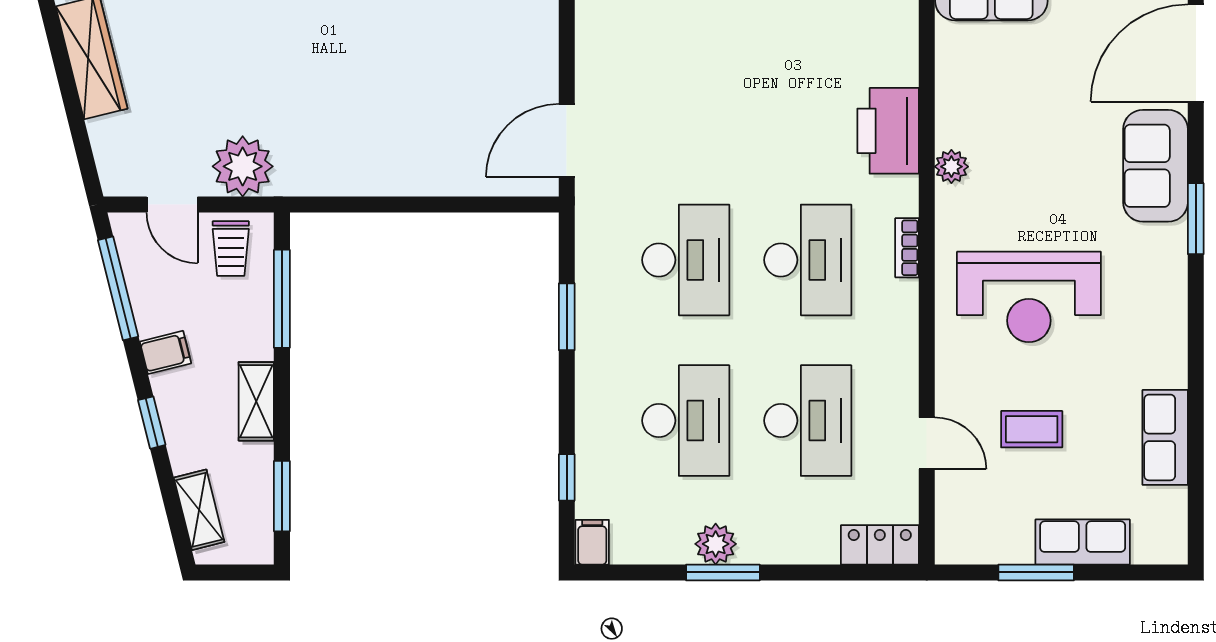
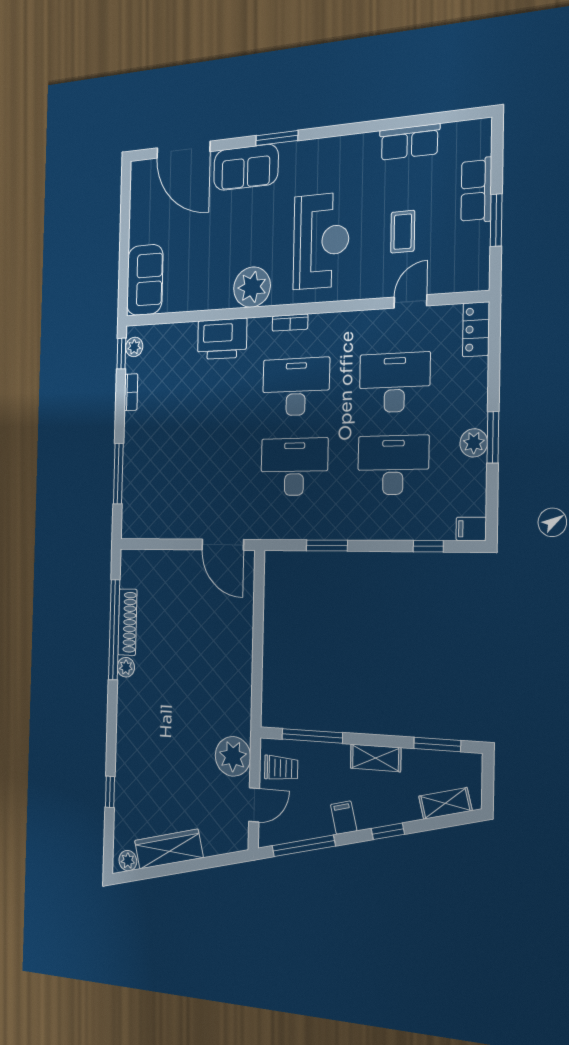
plant: (951, 167) -> (252, 287), width x1.87, depth x1.87

